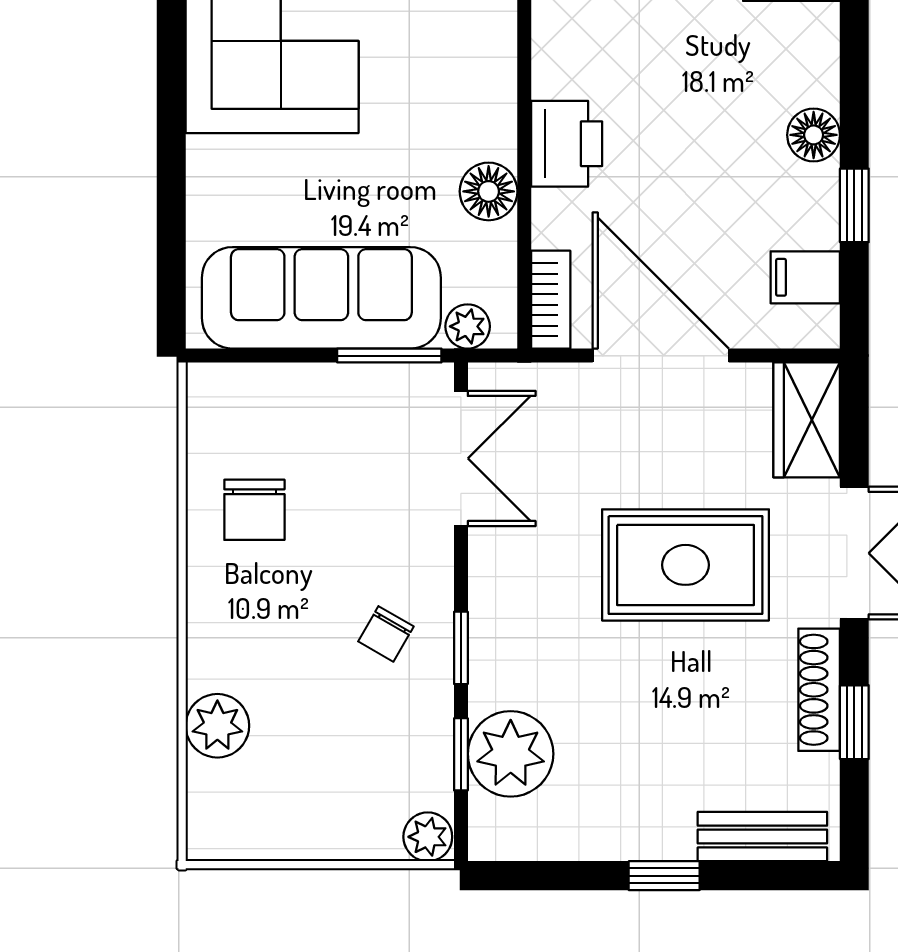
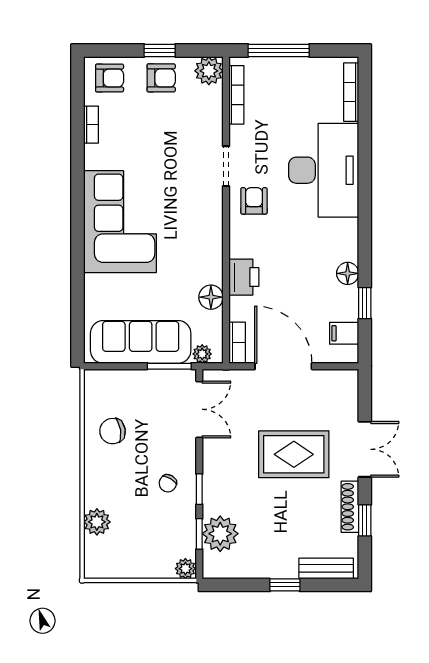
wardrobe: (807, 420) -> (345, 393), removed
chair: (254, 510) -> (112, 431), turned 81

